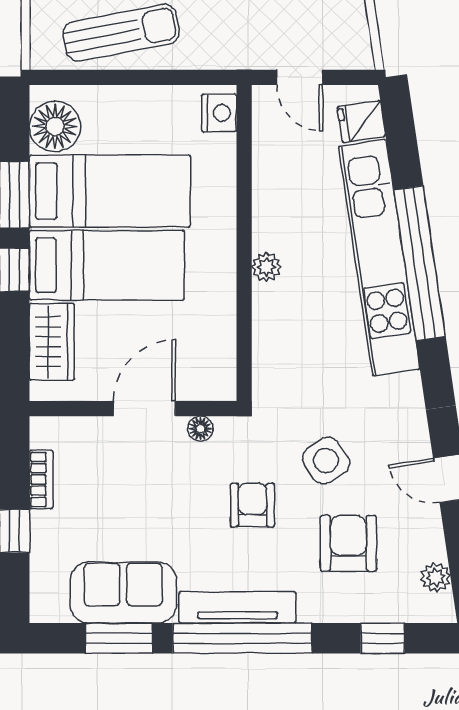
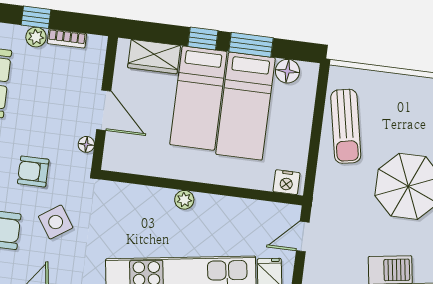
floor lamp: (55, 126) -> (287, 71), width x0.73, depth x0.73
armchair: (252, 505) -> (33, 171), turned 180
plant: (45, 527) -> (36, 37), added

